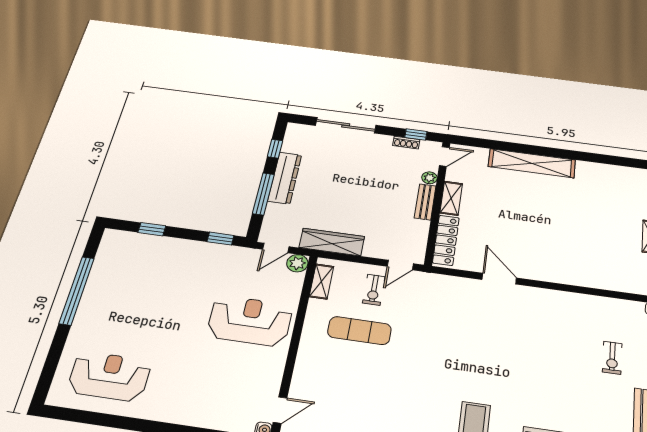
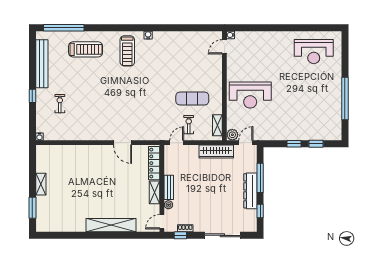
window: (220, 239) -> (294, 144), moved

